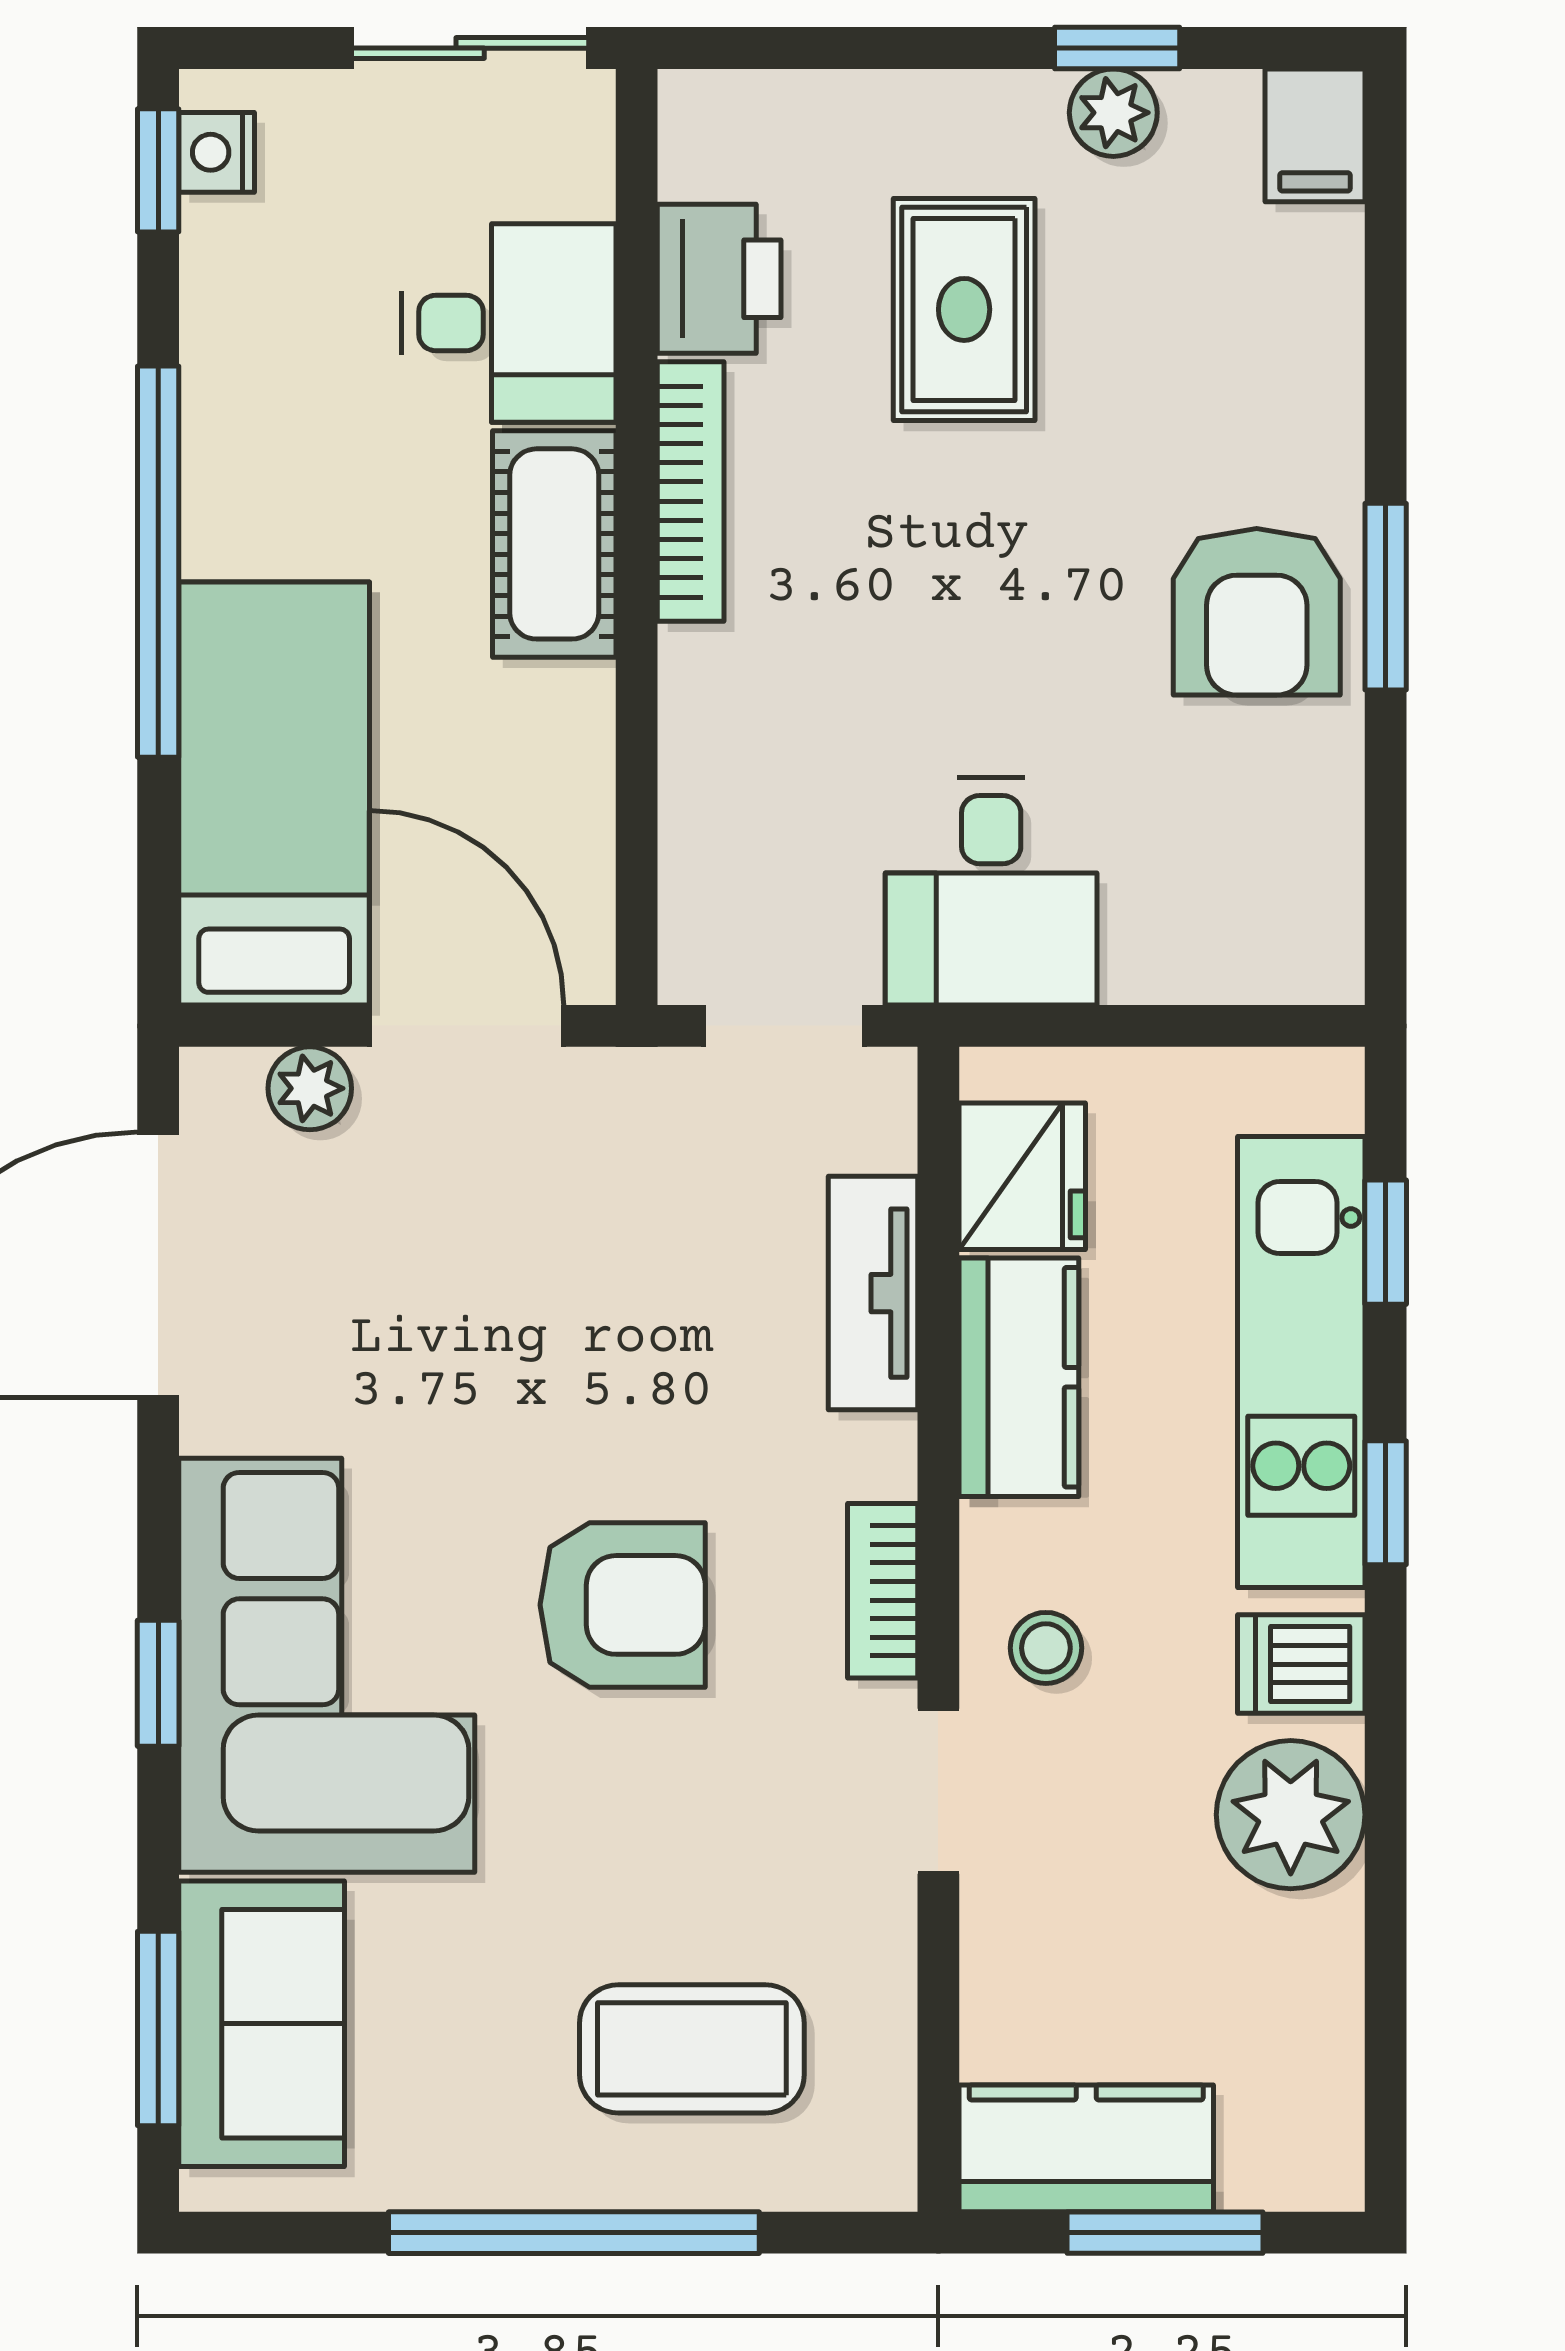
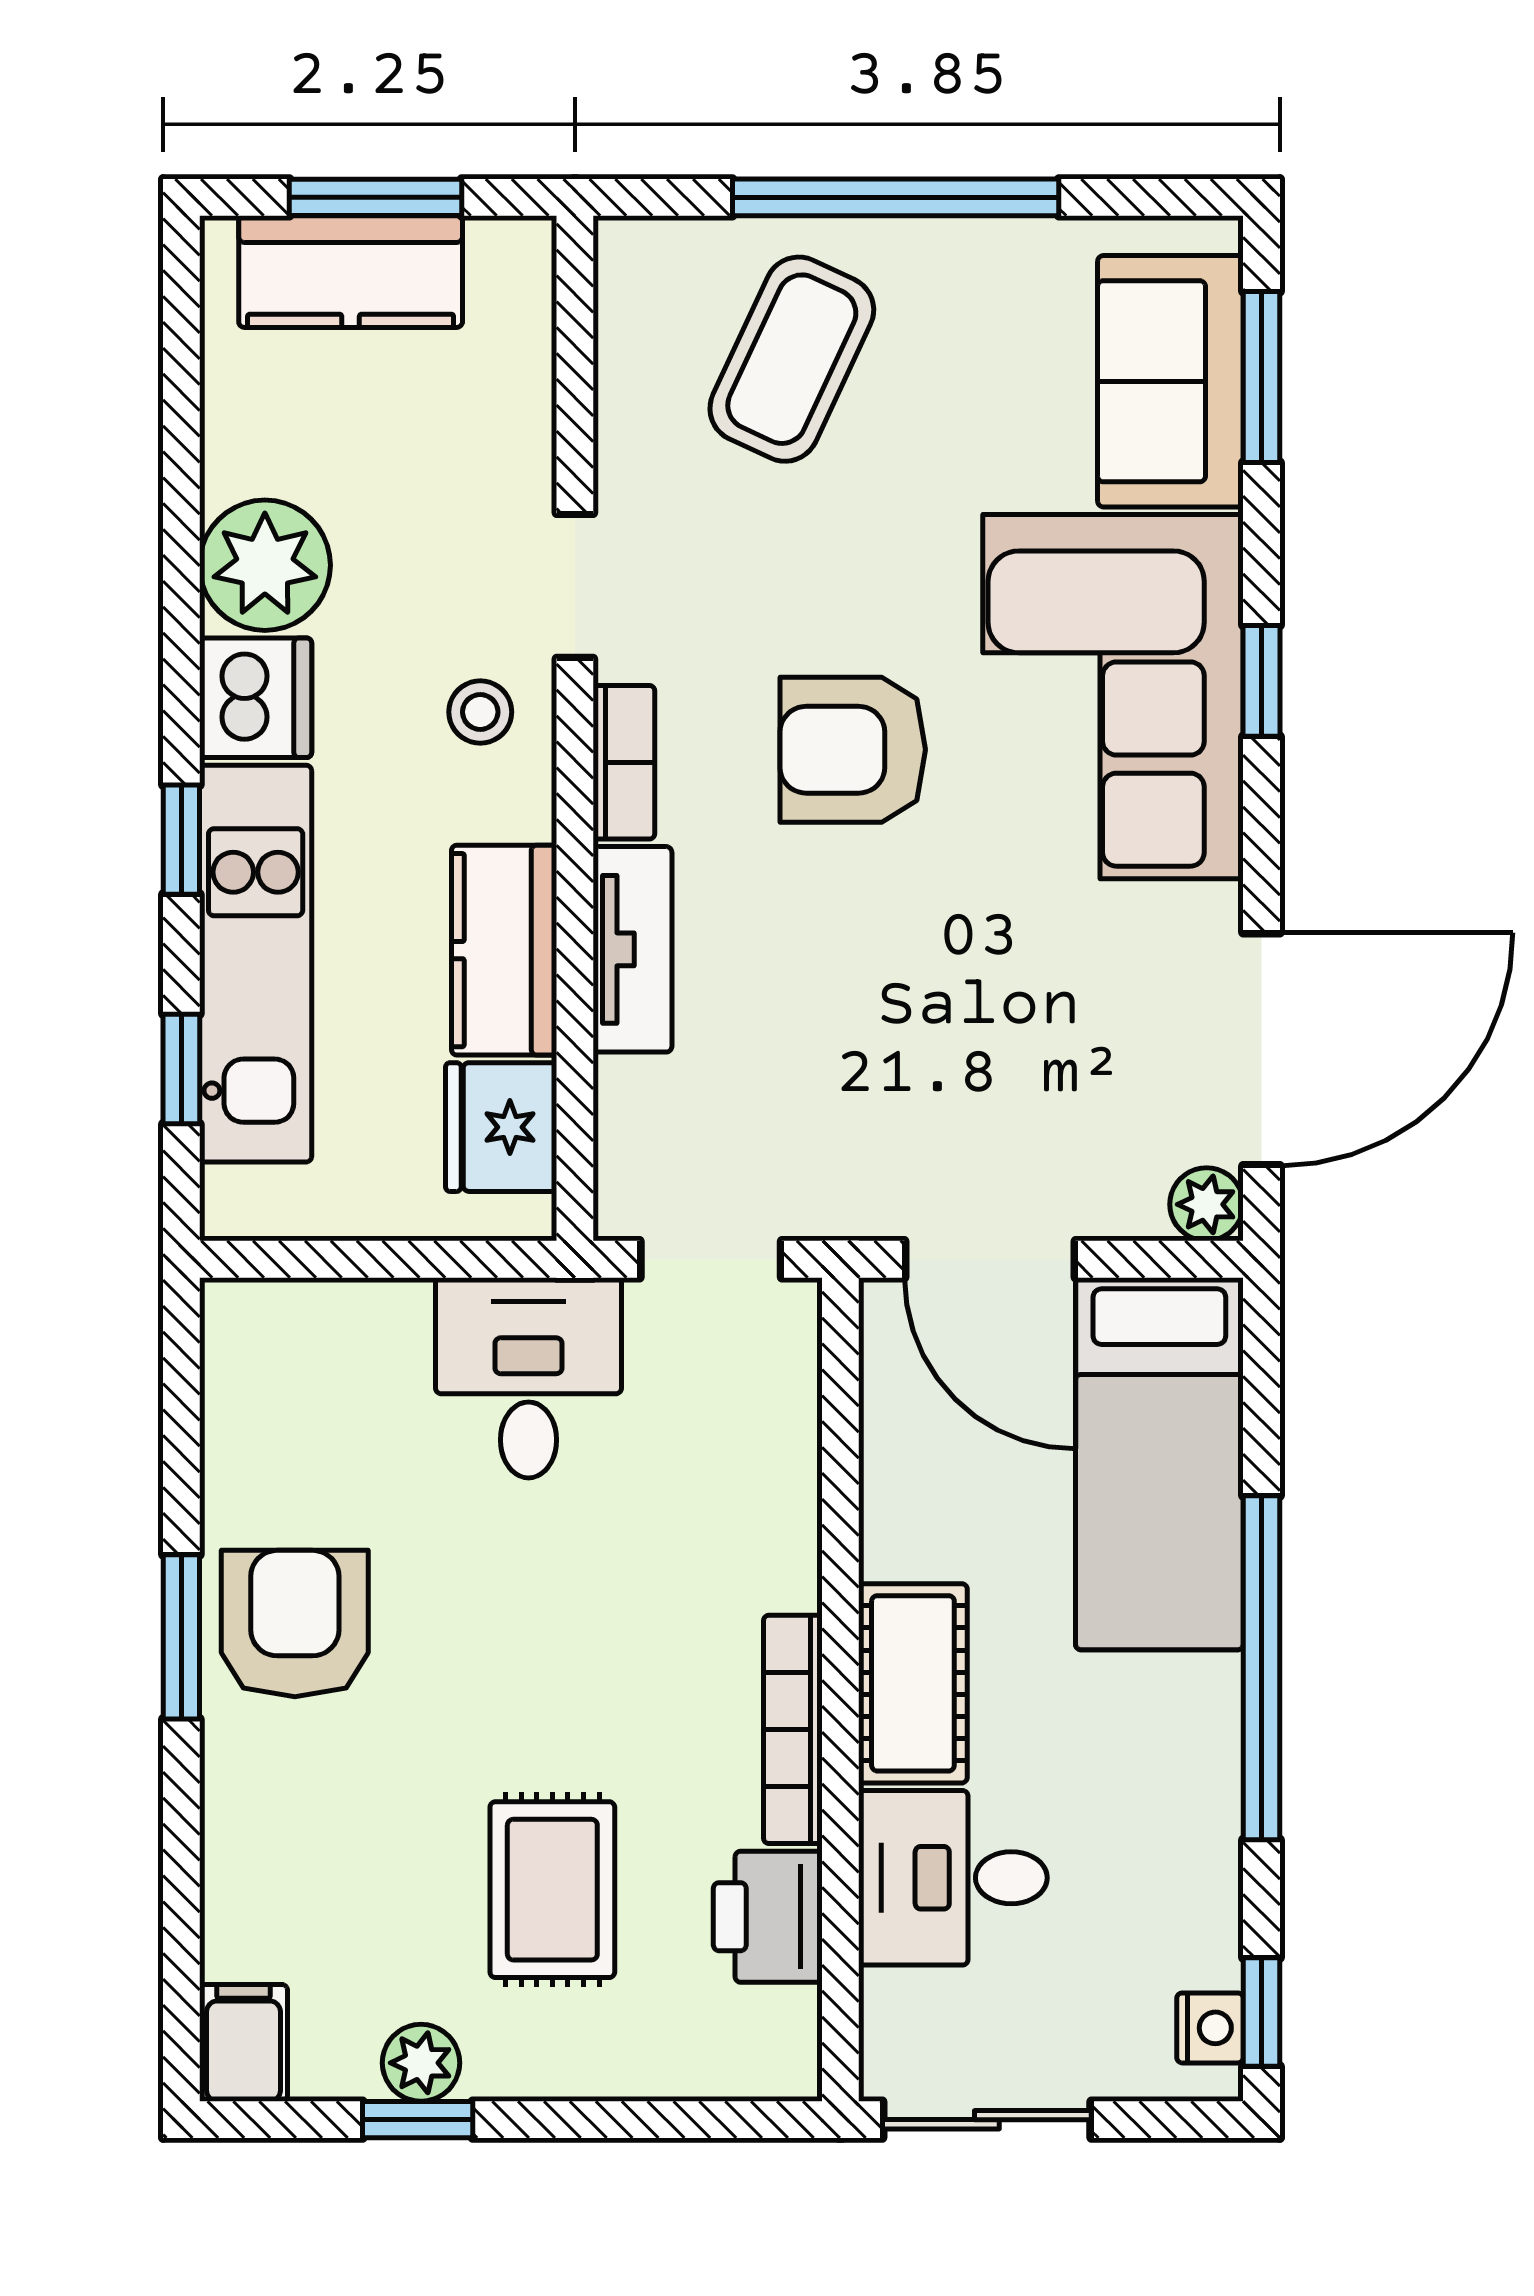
plant: (310, 1088) -> (1207, 1204), moved
tv unit: (873, 1293) -> (633, 949), moved
dishwasher: (1301, 1664) -> (256, 698), width x1.38
coffee table: (692, 2049) -> (792, 359), turned -65
kitchen counter: (1086, 2148) -> (351, 272), moved

